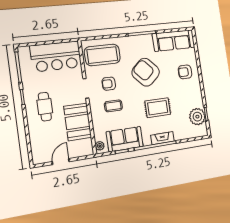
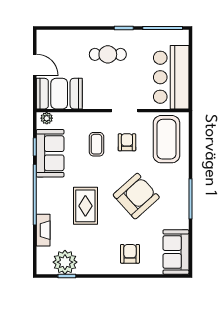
sofa: (174, 41) -> (176, 252), width x0.73
booth: (78, 122) -> (59, 94), moved
fireplace: (162, 138) -> (43, 230), moved

